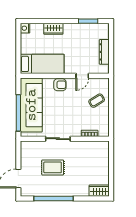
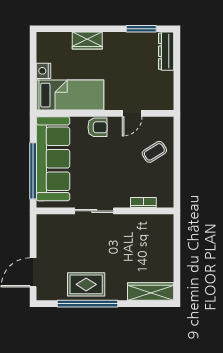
nightstand: (25, 28) -> (43, 71), moved
dresser: (104, 52) -> (166, 51), moved
rug: (53, 167) -> (86, 284), moved
wardrobe: (99, 191) -> (151, 291), width x1.50

